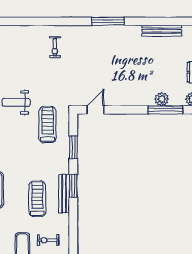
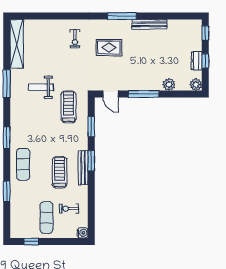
bench: (162, 31) -> (150, 24), moved
rug: (93, 57) -> (109, 47), added
door: (95, 110) -> (111, 94), swing flipped
window: (165, 110) -> (144, 94), moved

